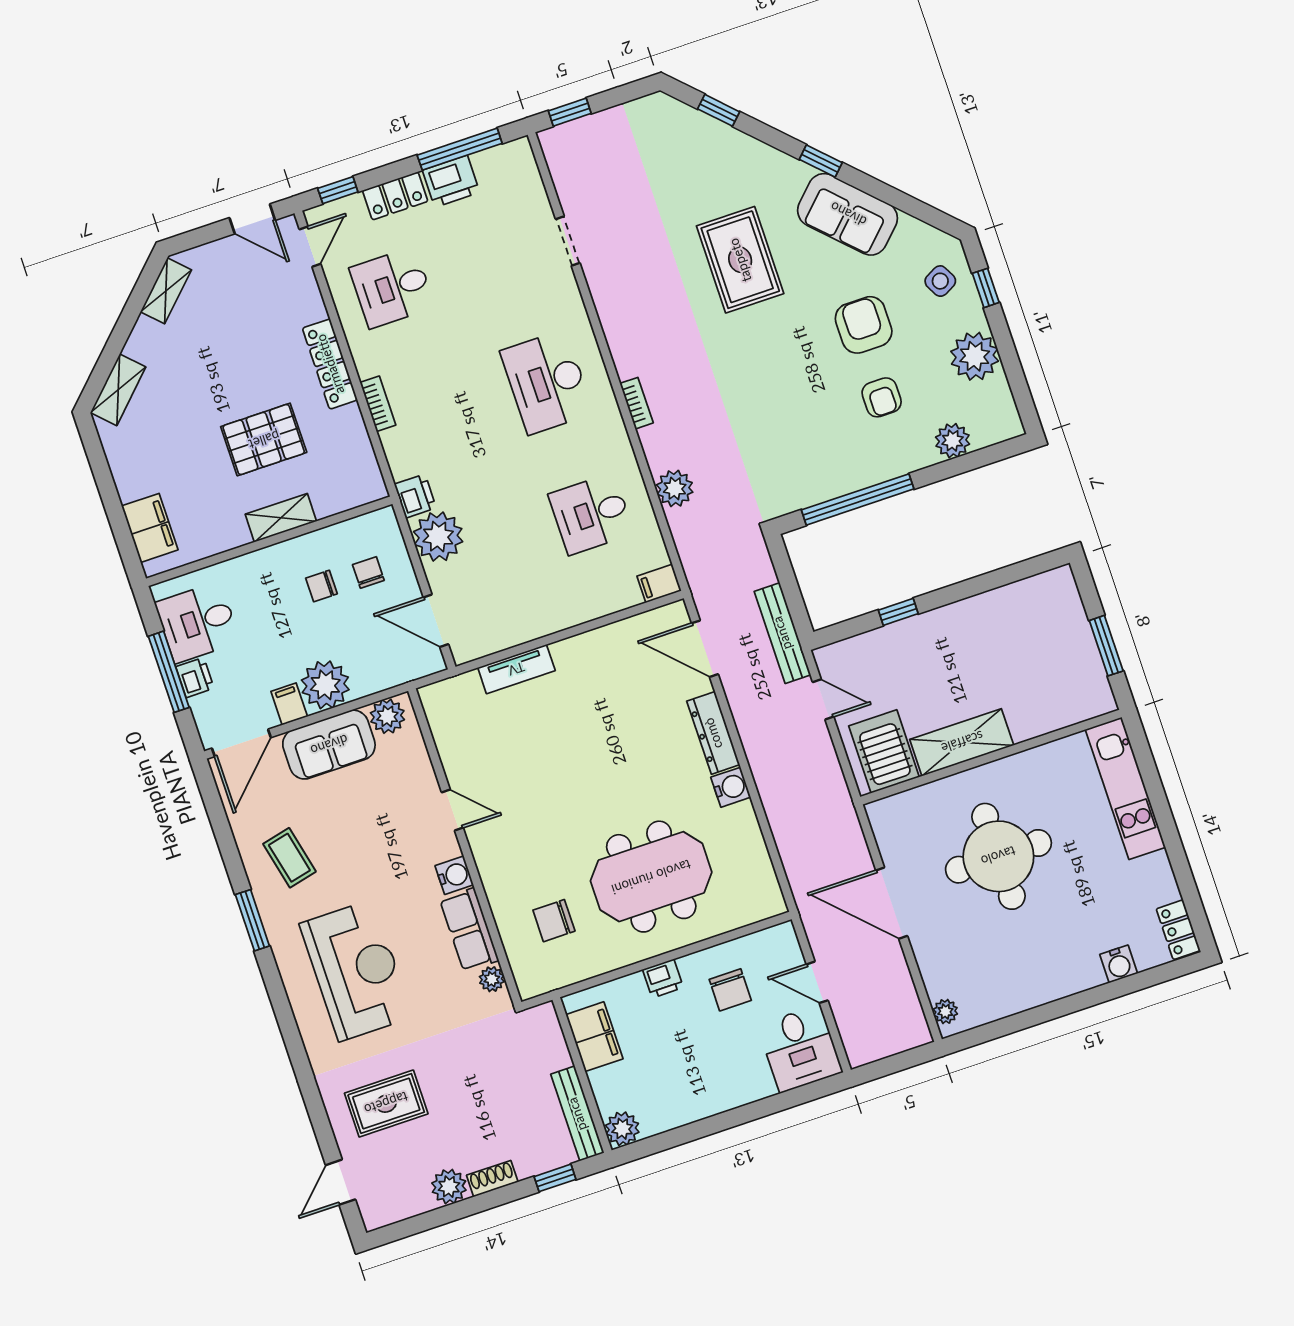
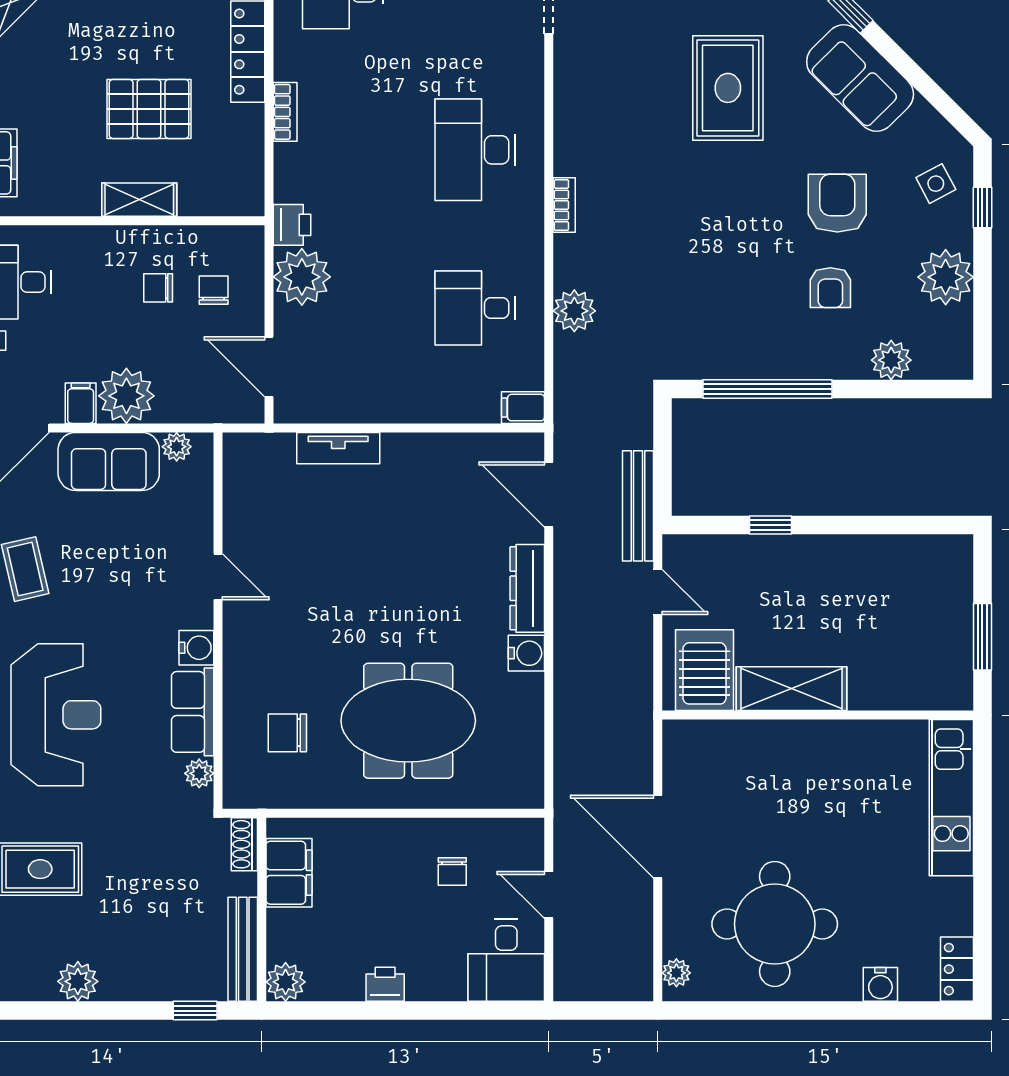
plant: (387, 716) -> (177, 447), width x0.73, depth x0.73
round table: (998, 856) -> (775, 924), moved
printer: (663, 979) -> (385, 984), moved, turned 180
chair: (730, 990) -> (452, 871), width x0.73, depth x0.73
shoe rack: (492, 1179) -> (244, 844), moved, turned -90

